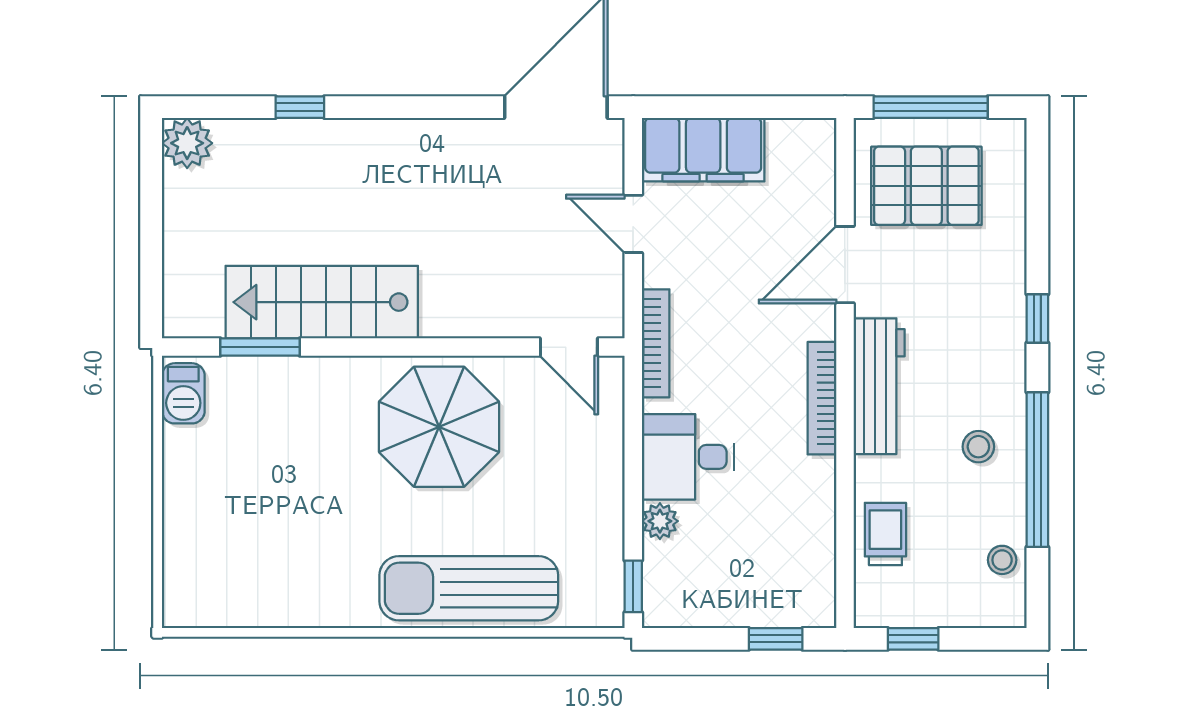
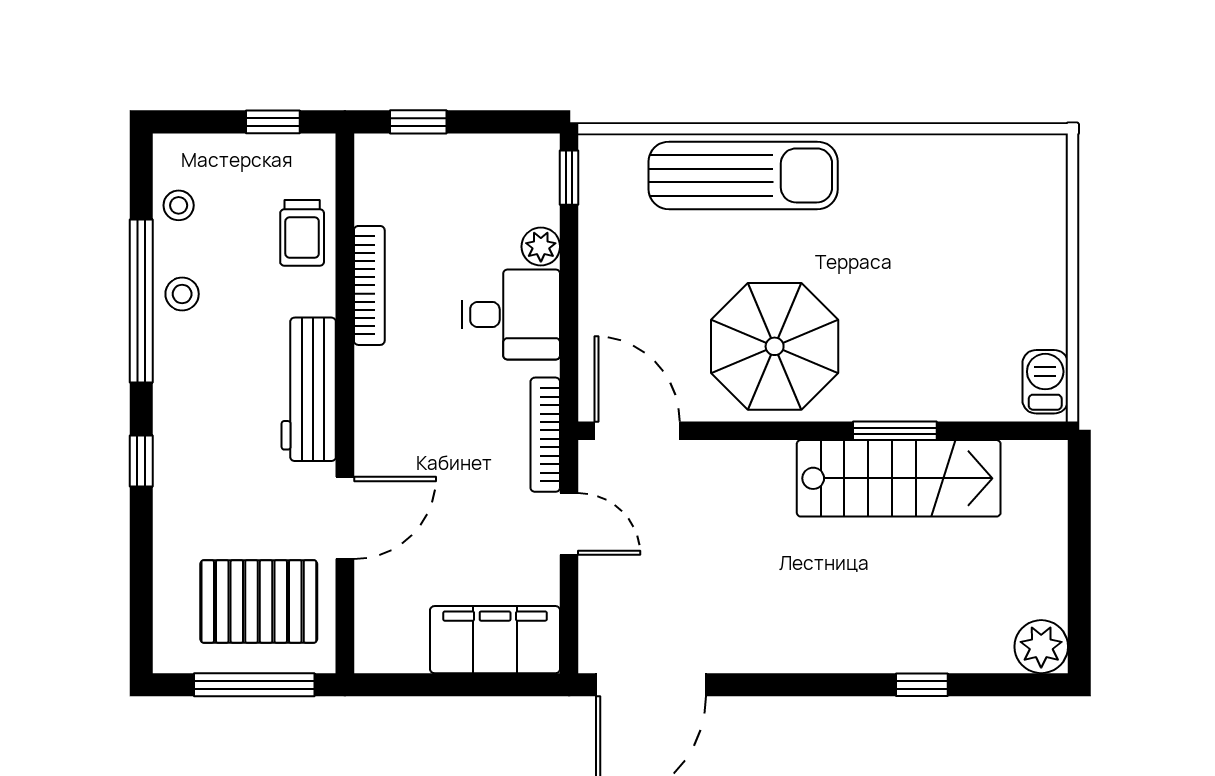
door: (633, 224) -> (569, 524), moved
window: (260, 347) -> (895, 431), moved
door: (569, 347) -> (637, 431), width x1.38
bookcase: (822, 398) -> (369, 285), moved
stool: (978, 447) -> (182, 294), moved

